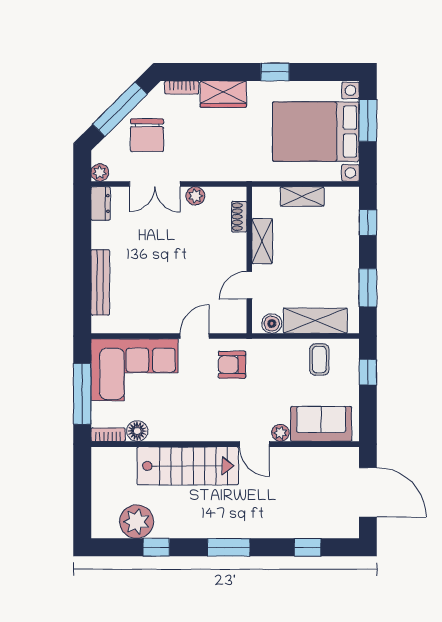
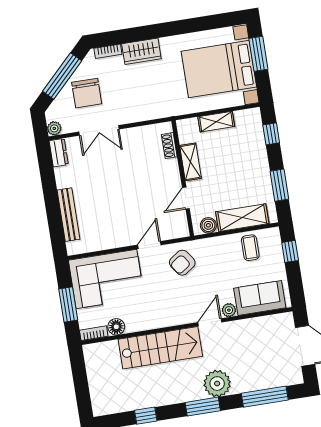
window: (275, 72) -> (179, 27), removed
plant: (195, 196) -> (132, 135), removed
armchair: (232, 365) -> (182, 263), turned -35
window: (82, 394) -> (68, 304), width x0.69
door: (254, 444) -> (210, 322), swing flipped
plant: (137, 522) -> (217, 384), moved
window: (308, 547) -> (265, 397), width x2.17

